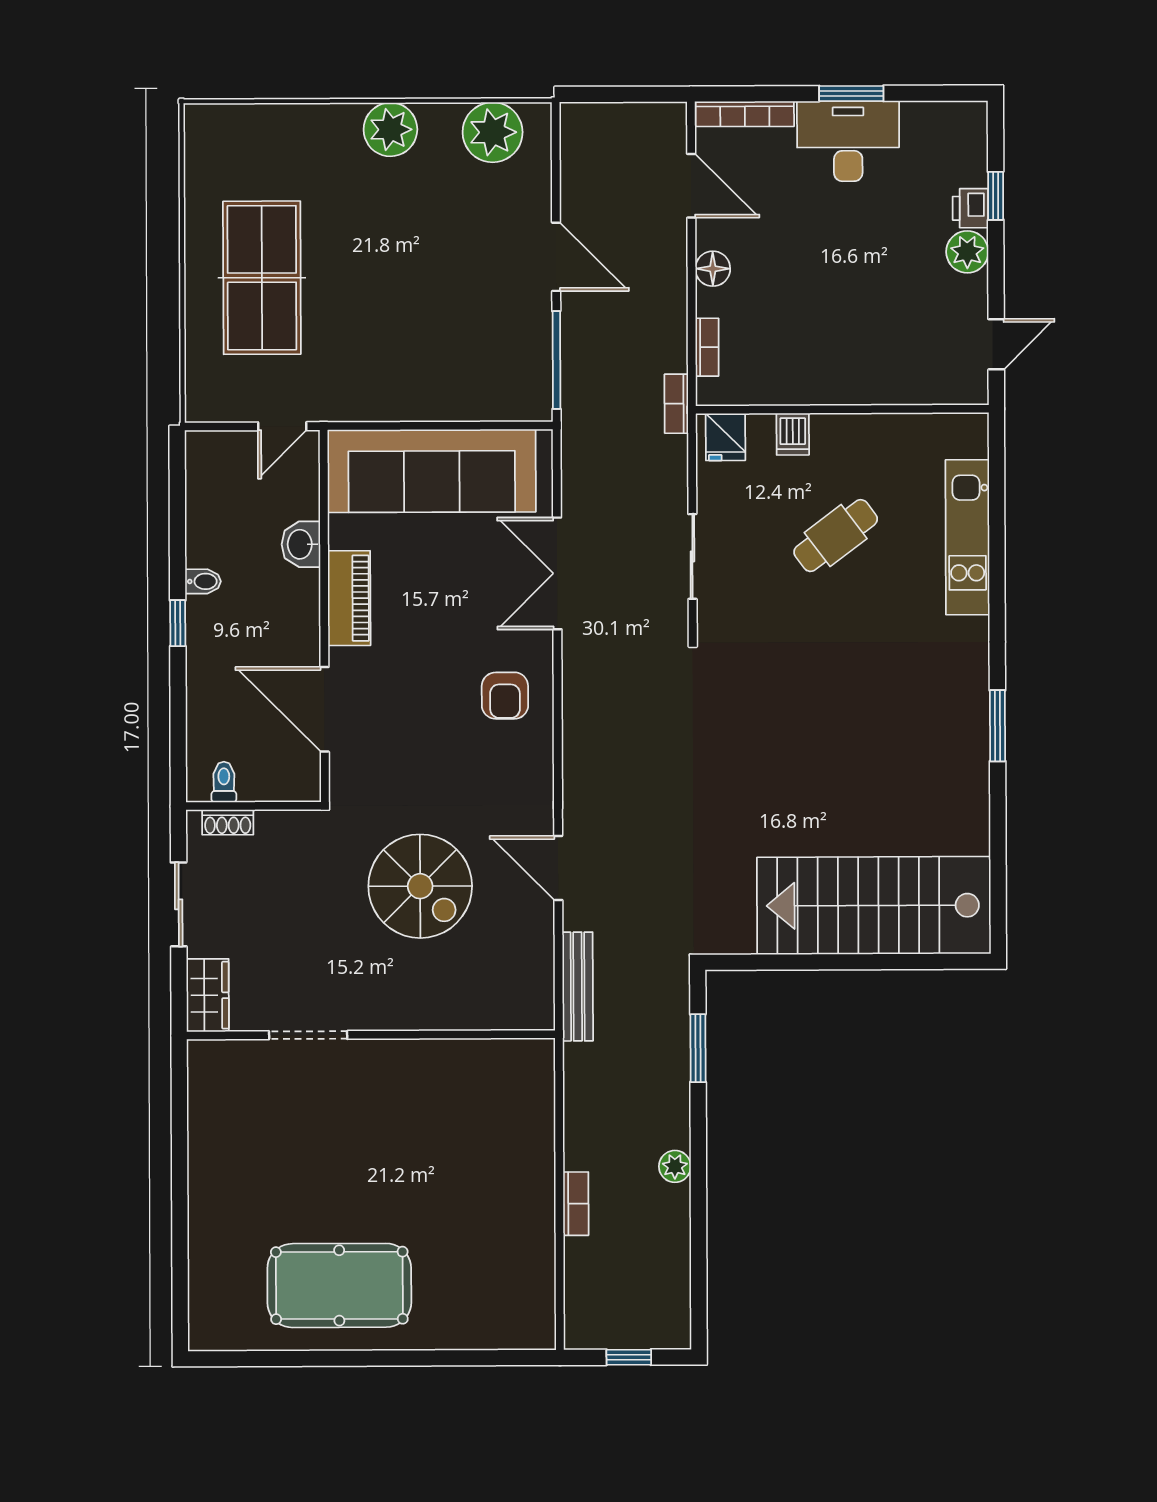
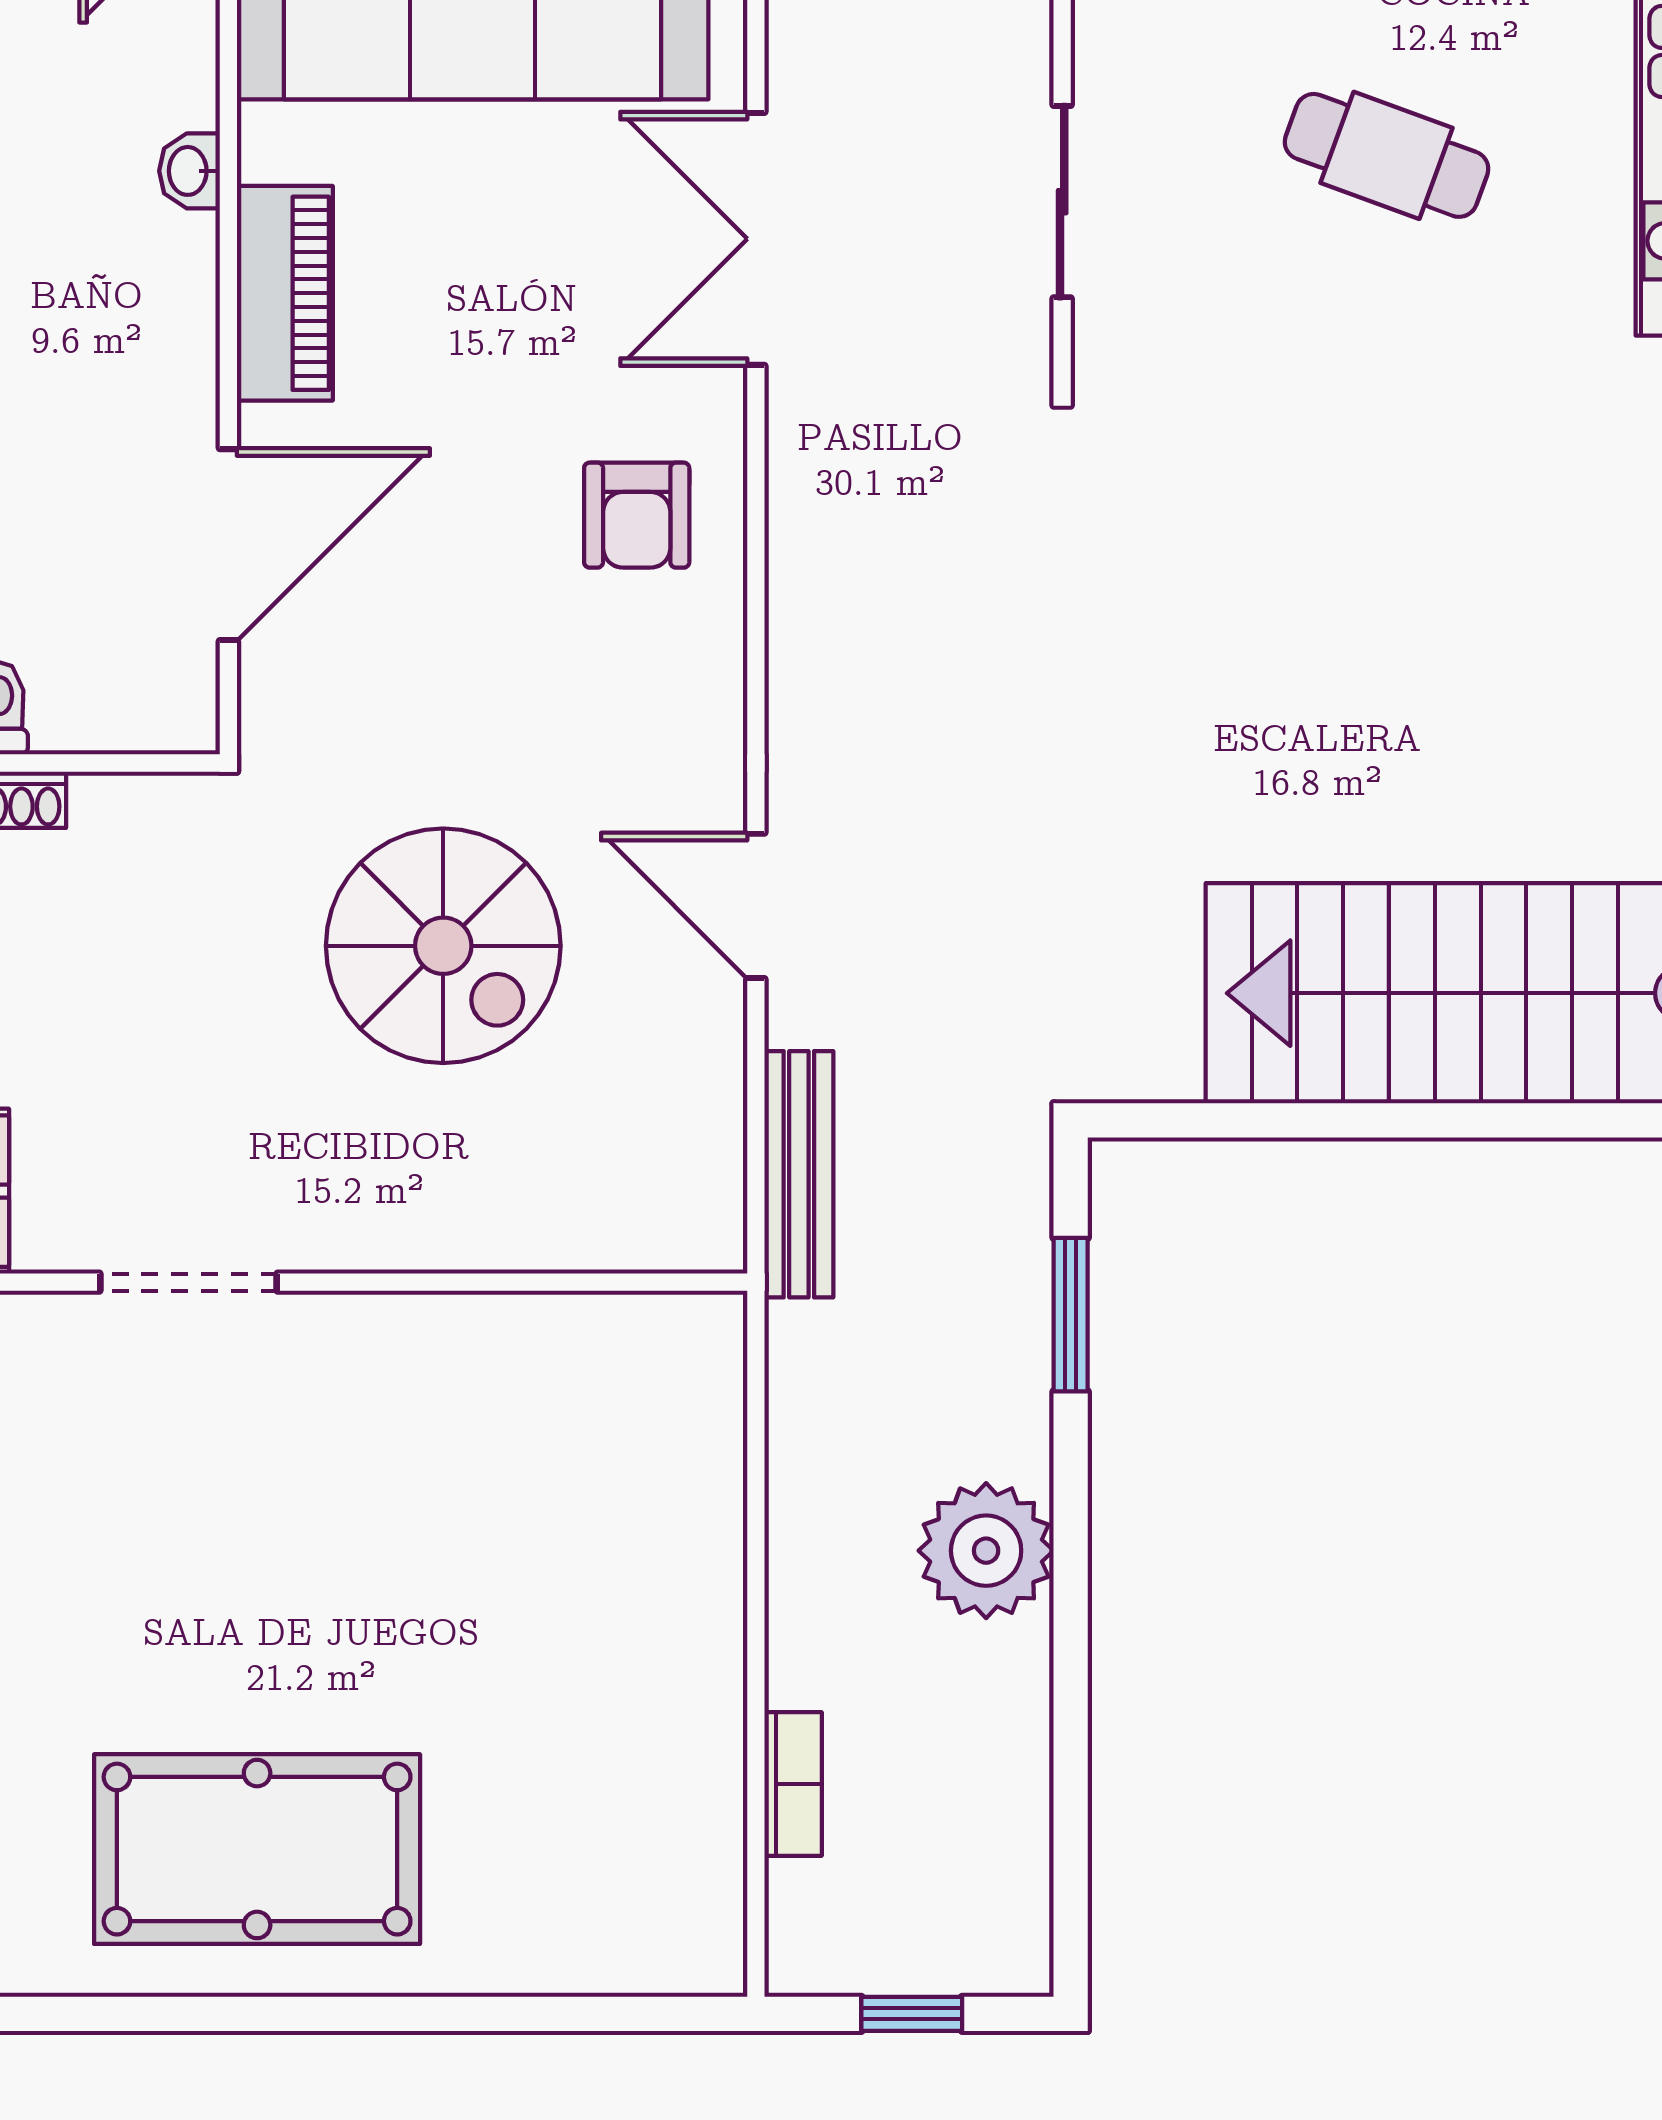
cafe table: (836, 536) -> (1386, 155), turned 57
washbasin: (301, 544) -> (190, 171), width x0.72, depth x0.69
door: (325, 709) -> (228, 545), swing flipped
plant: (675, 1166) -> (986, 1551), width x1.88, depth x1.88
bookcase: (576, 1204) -> (793, 1784), moved

